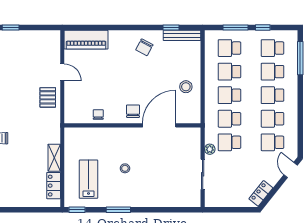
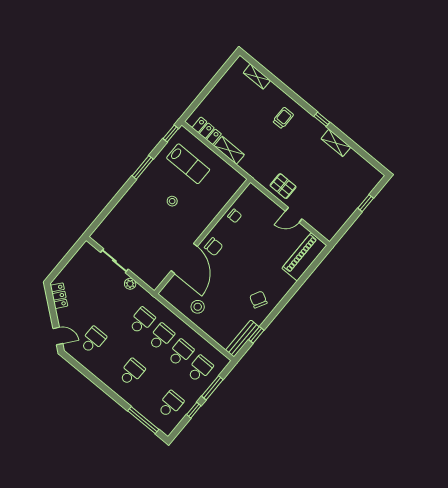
school desk: (273, 72) -> (151, 388), removed
school desk: (273, 119) -> (112, 356), removed
school desk: (230, 142) -> (122, 305), removed

